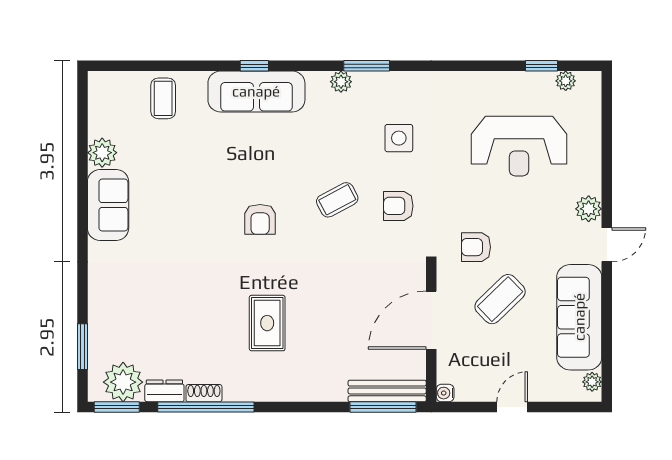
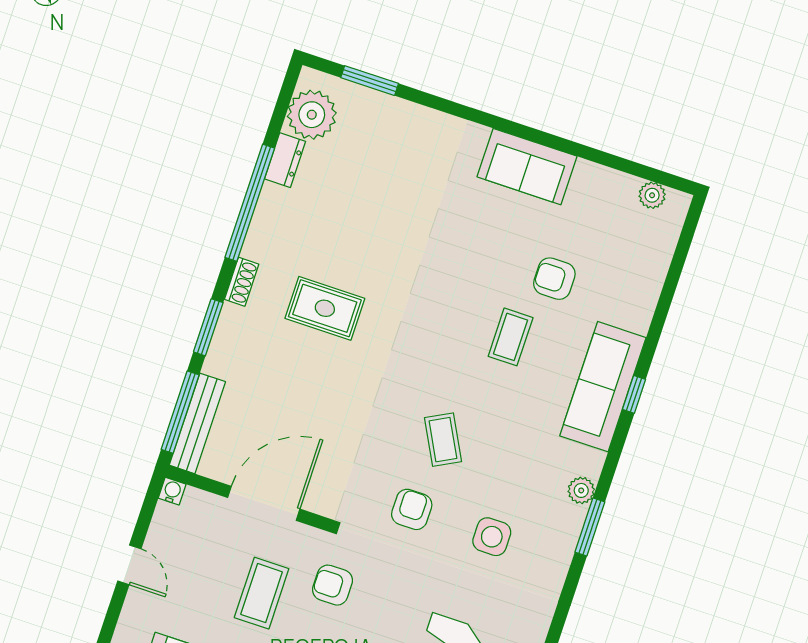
coffee table: (163, 98) -> (511, 337), moved, turned 90
plant: (102, 153) -> (652, 195), moved, width x0.73, depth x0.73
armchair: (260, 219) -> (554, 279), moved
armchair: (476, 247) -> (333, 585), turned -90
coffee table: (500, 299) -> (262, 593), turned 44
door: (431, 320) -> (264, 503), hinge flipped
shoe rack: (204, 393) -> (242, 282), moved
window: (117, 407) -> (208, 327), moved

